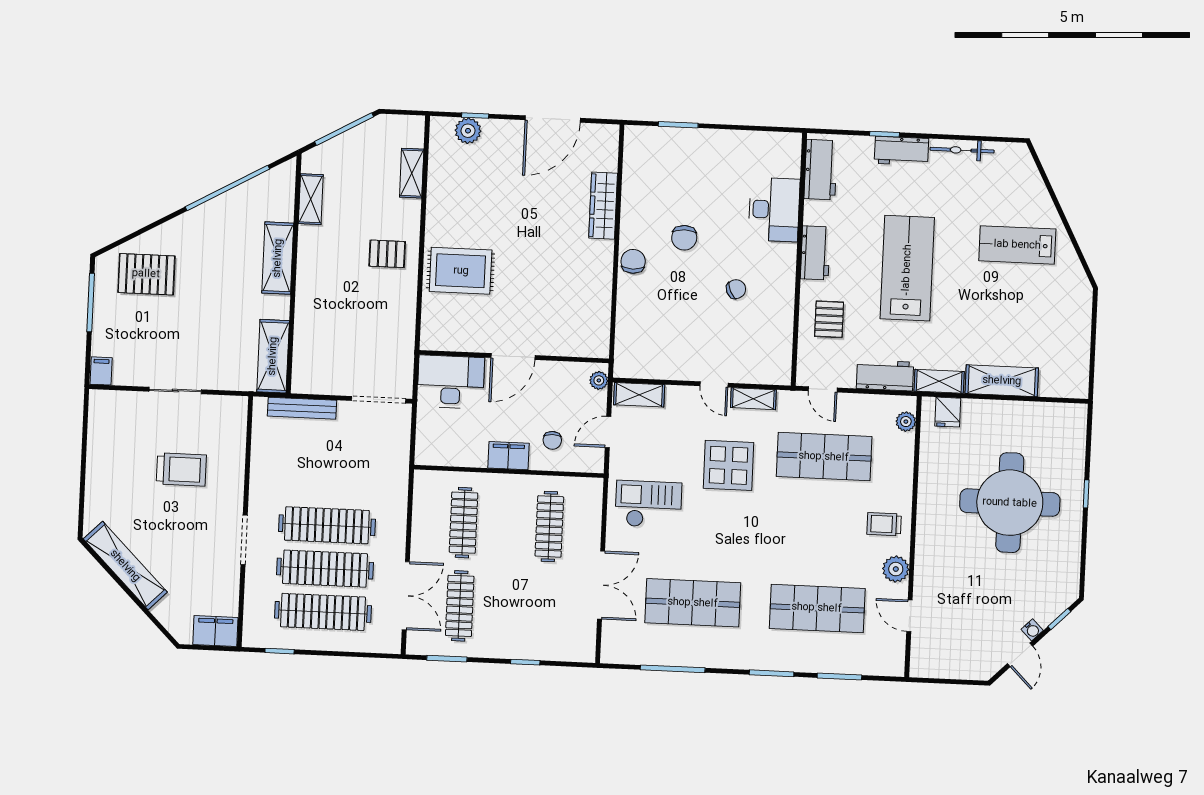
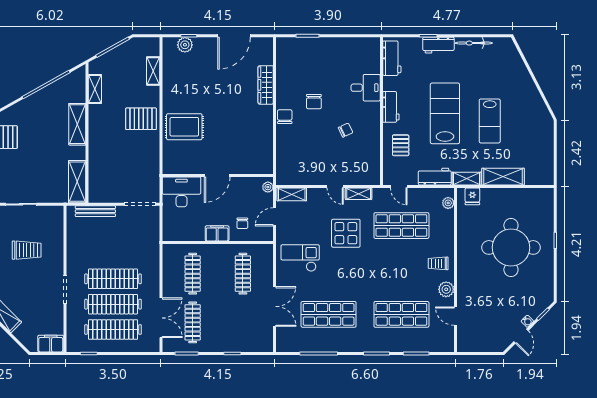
desk: (774, 210) -> (366, 88), width x0.73
lab bench: (1017, 245) -> (490, 121), moved, turned -90
pallet: (387, 254) -> (141, 119), width x1.50, depth x1.42

